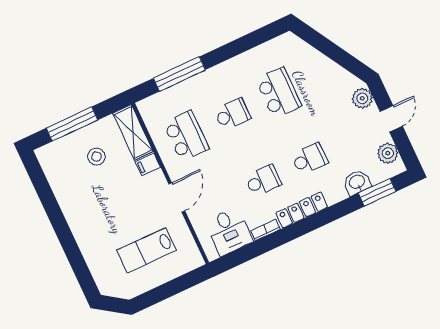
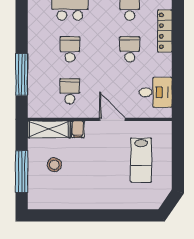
school desk: (186, 136) -> (70, 91), width x0.54
bookcase: (266, 230) -> (167, 65), removed

